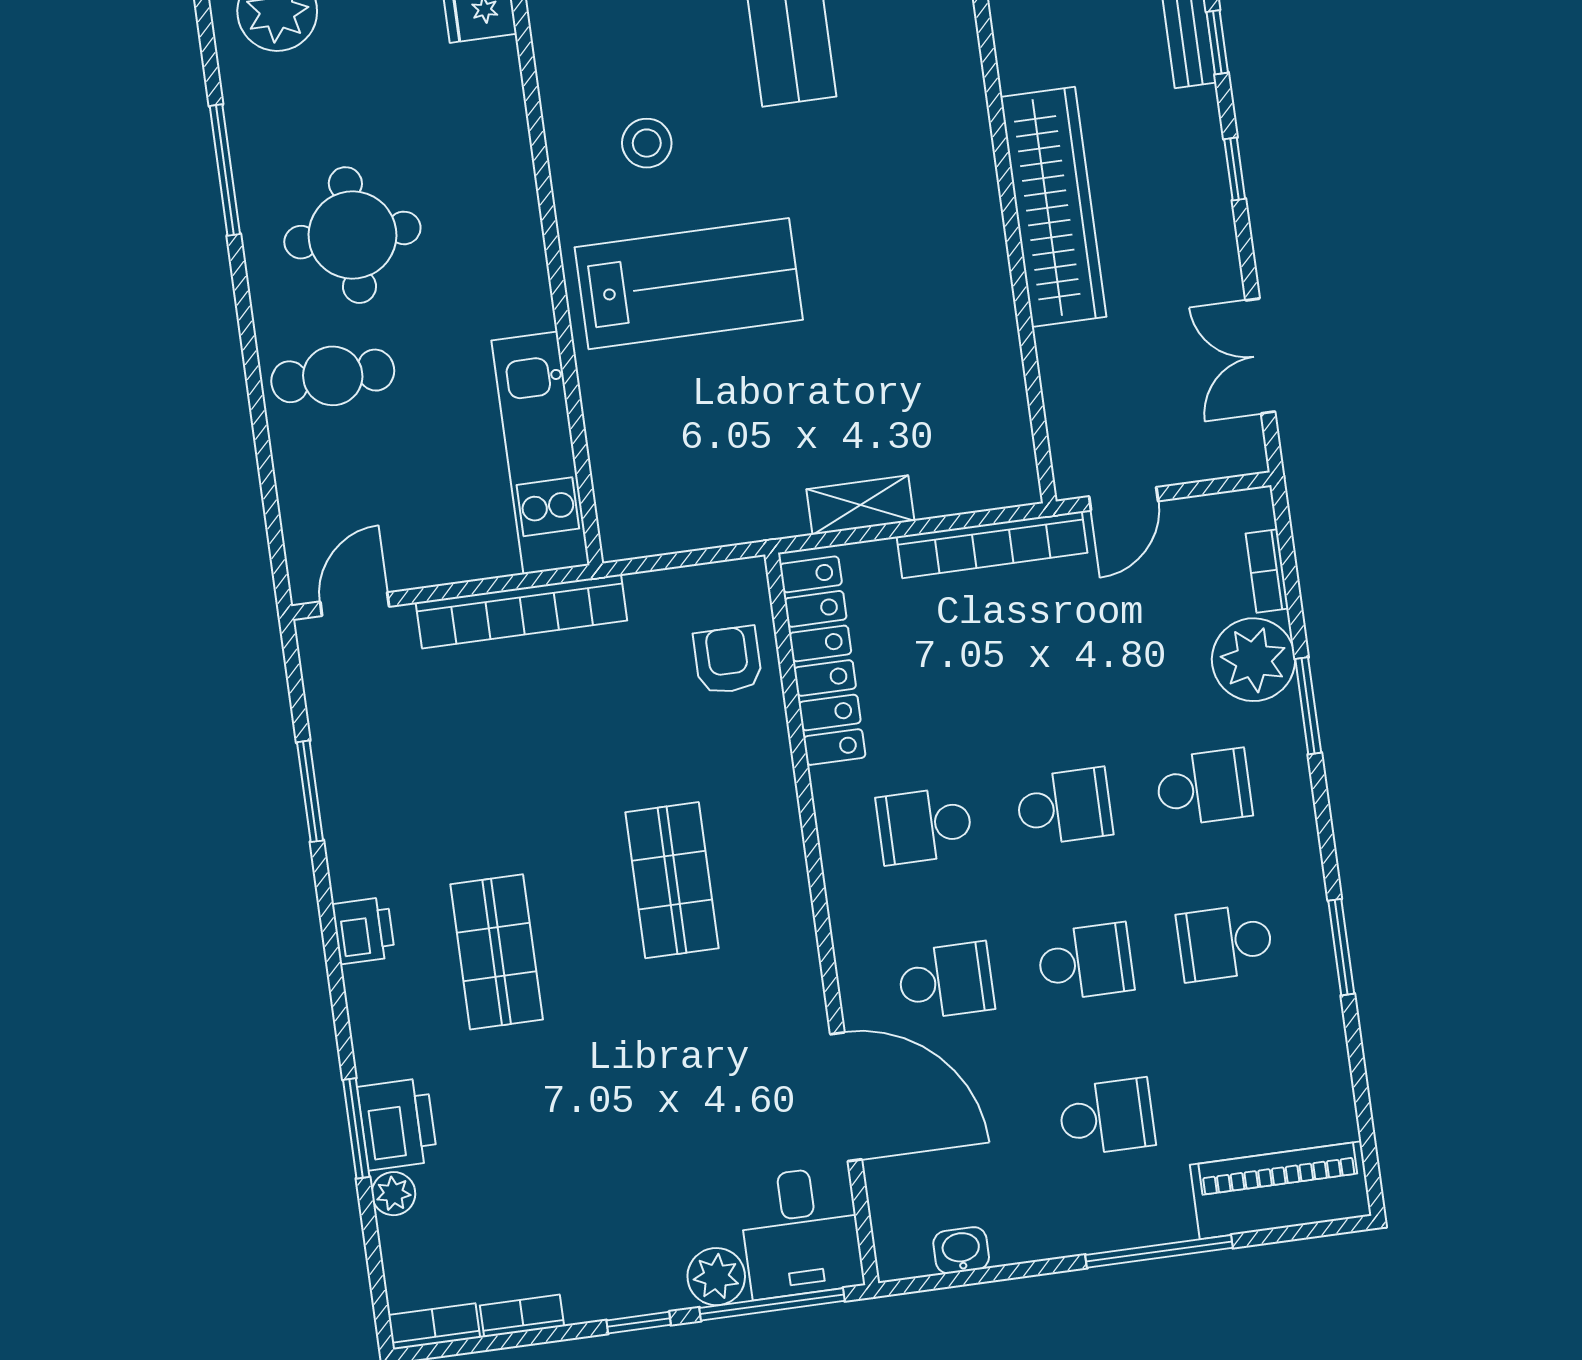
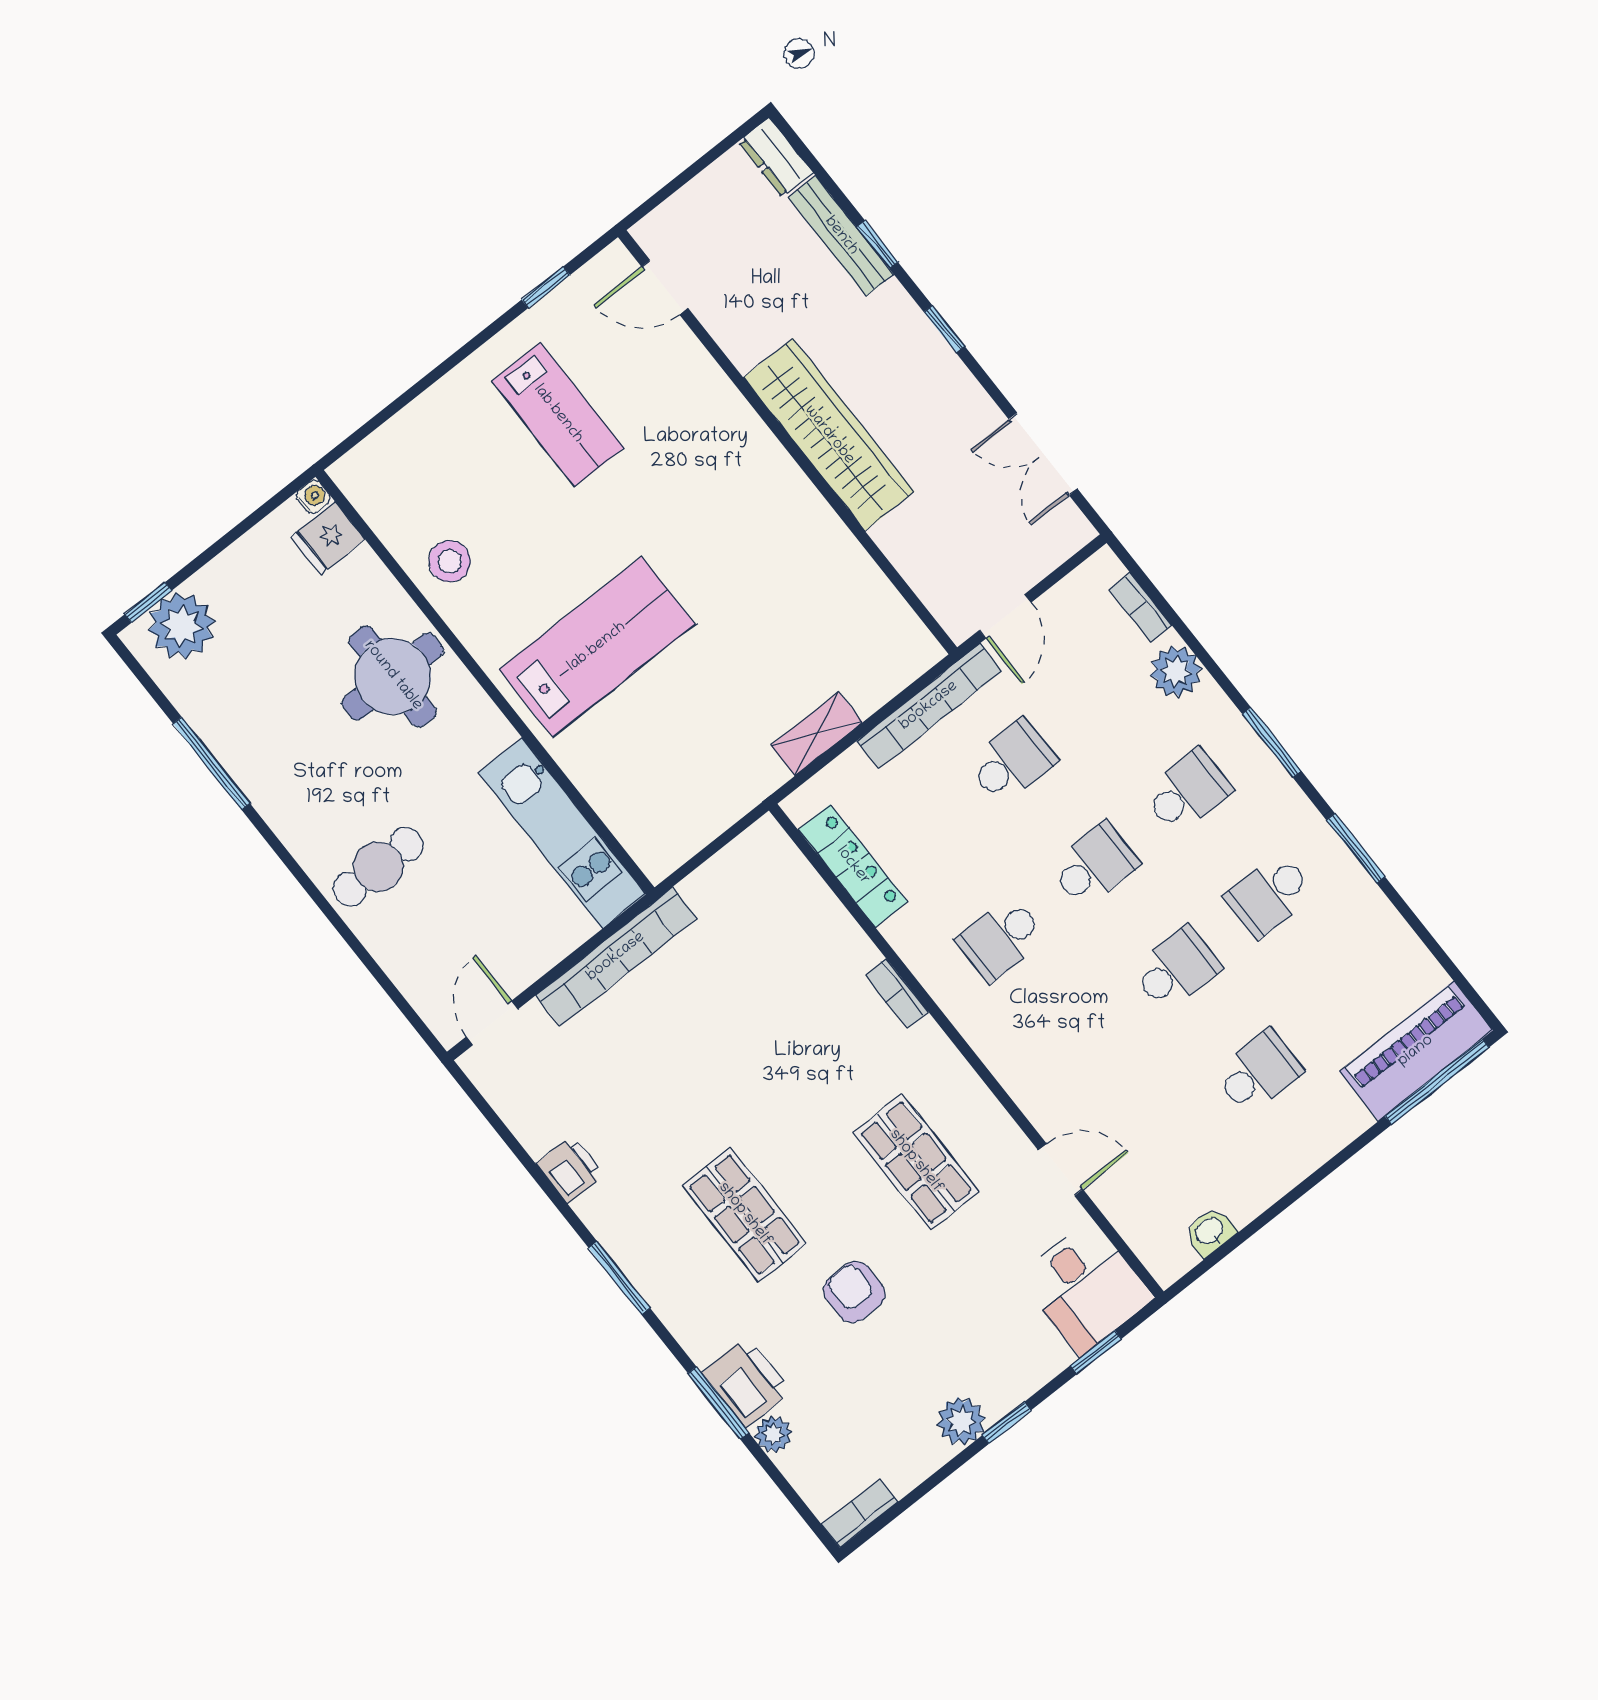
stool: (647, 143) -> (450, 561), moved
round table: (352, 235) -> (393, 676), moved
armchair: (728, 660) -> (854, 1292), moved
plant: (1254, 660) -> (1176, 671), width x0.73, depth x0.73
locker: (823, 661) -> (853, 866), width x0.71, depth x0.83
window: (1308, 706) -> (1272, 743), moved
window: (310, 791) -> (619, 1278), moved
shop shelf: (672, 880) -> (916, 1162), moved
printer: (364, 931) -> (570, 1169), moved
school desk: (946, 981) -> (1012, 762), moved
door: (846, 1097) -> (1060, 1170), width x0.53
window: (1159, 1251) -> (1437, 1082), moved
plant: (716, 1277) -> (961, 1421), moved
window: (772, 1304) -> (1096, 1352), width x0.46
bookcase: (522, 1316) -> (897, 993), moved, turned -90

